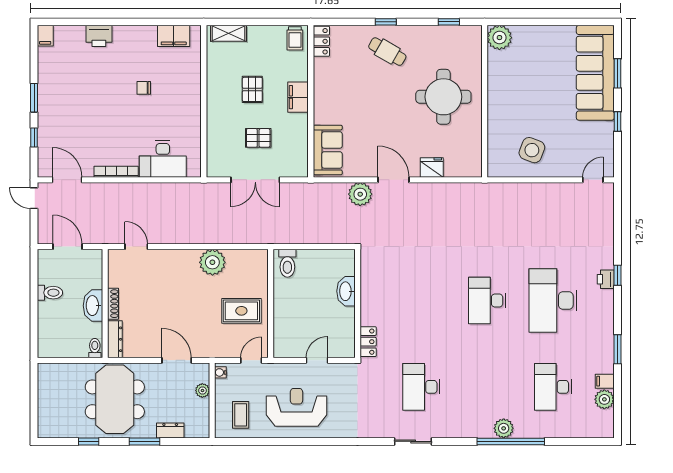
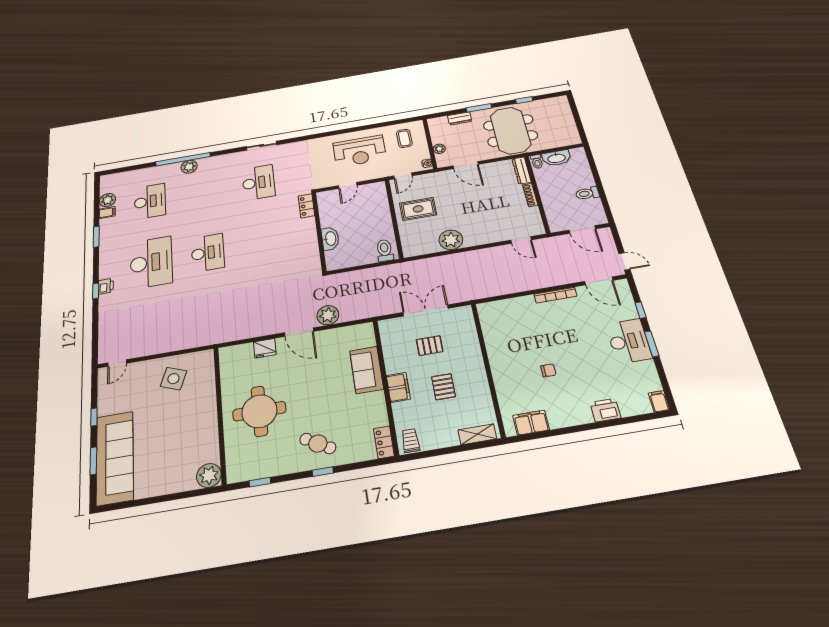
sofa: (328, 150) -> (367, 370), moved
desk: (163, 159) -> (629, 341), moved, turned 90
washbasin: (93, 306) -> (557, 158), moved, turned 90

